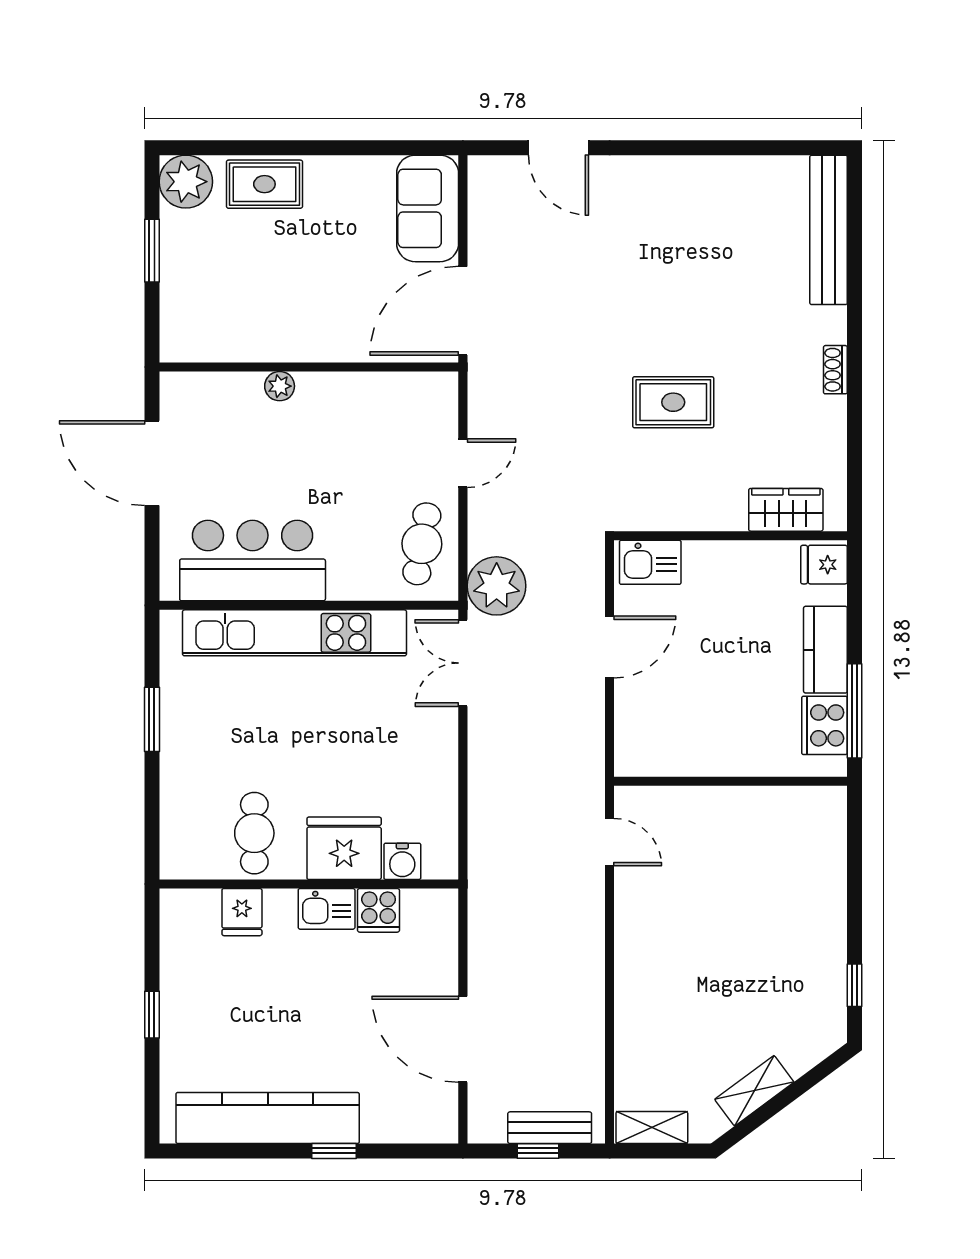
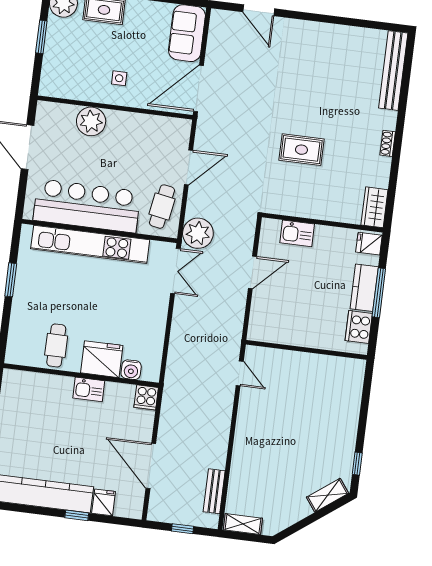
side table: (310, 310) -> (119, 78), added
plant: (280, 386) -> (91, 121), width x1.87, depth x1.87
door: (463, 463) -> (189, 167), width x1.38
wardrobe: (786, 510) -> (374, 207), moved, turned -90
bar counter: (253, 561) -> (87, 206), width x1.36
kitchen sink: (650, 562) -> (297, 233), moved
double door: (463, 663) -> (175, 271), swing flipped
window: (854, 711) -> (379, 293), moved
cooker: (379, 910) -> (146, 397), moved
fridge: (242, 912) -> (104, 502), moved, turned 180
shelving: (754, 1091) -> (327, 495), moved
bench: (550, 1128) -> (214, 491), moved, turned 90

